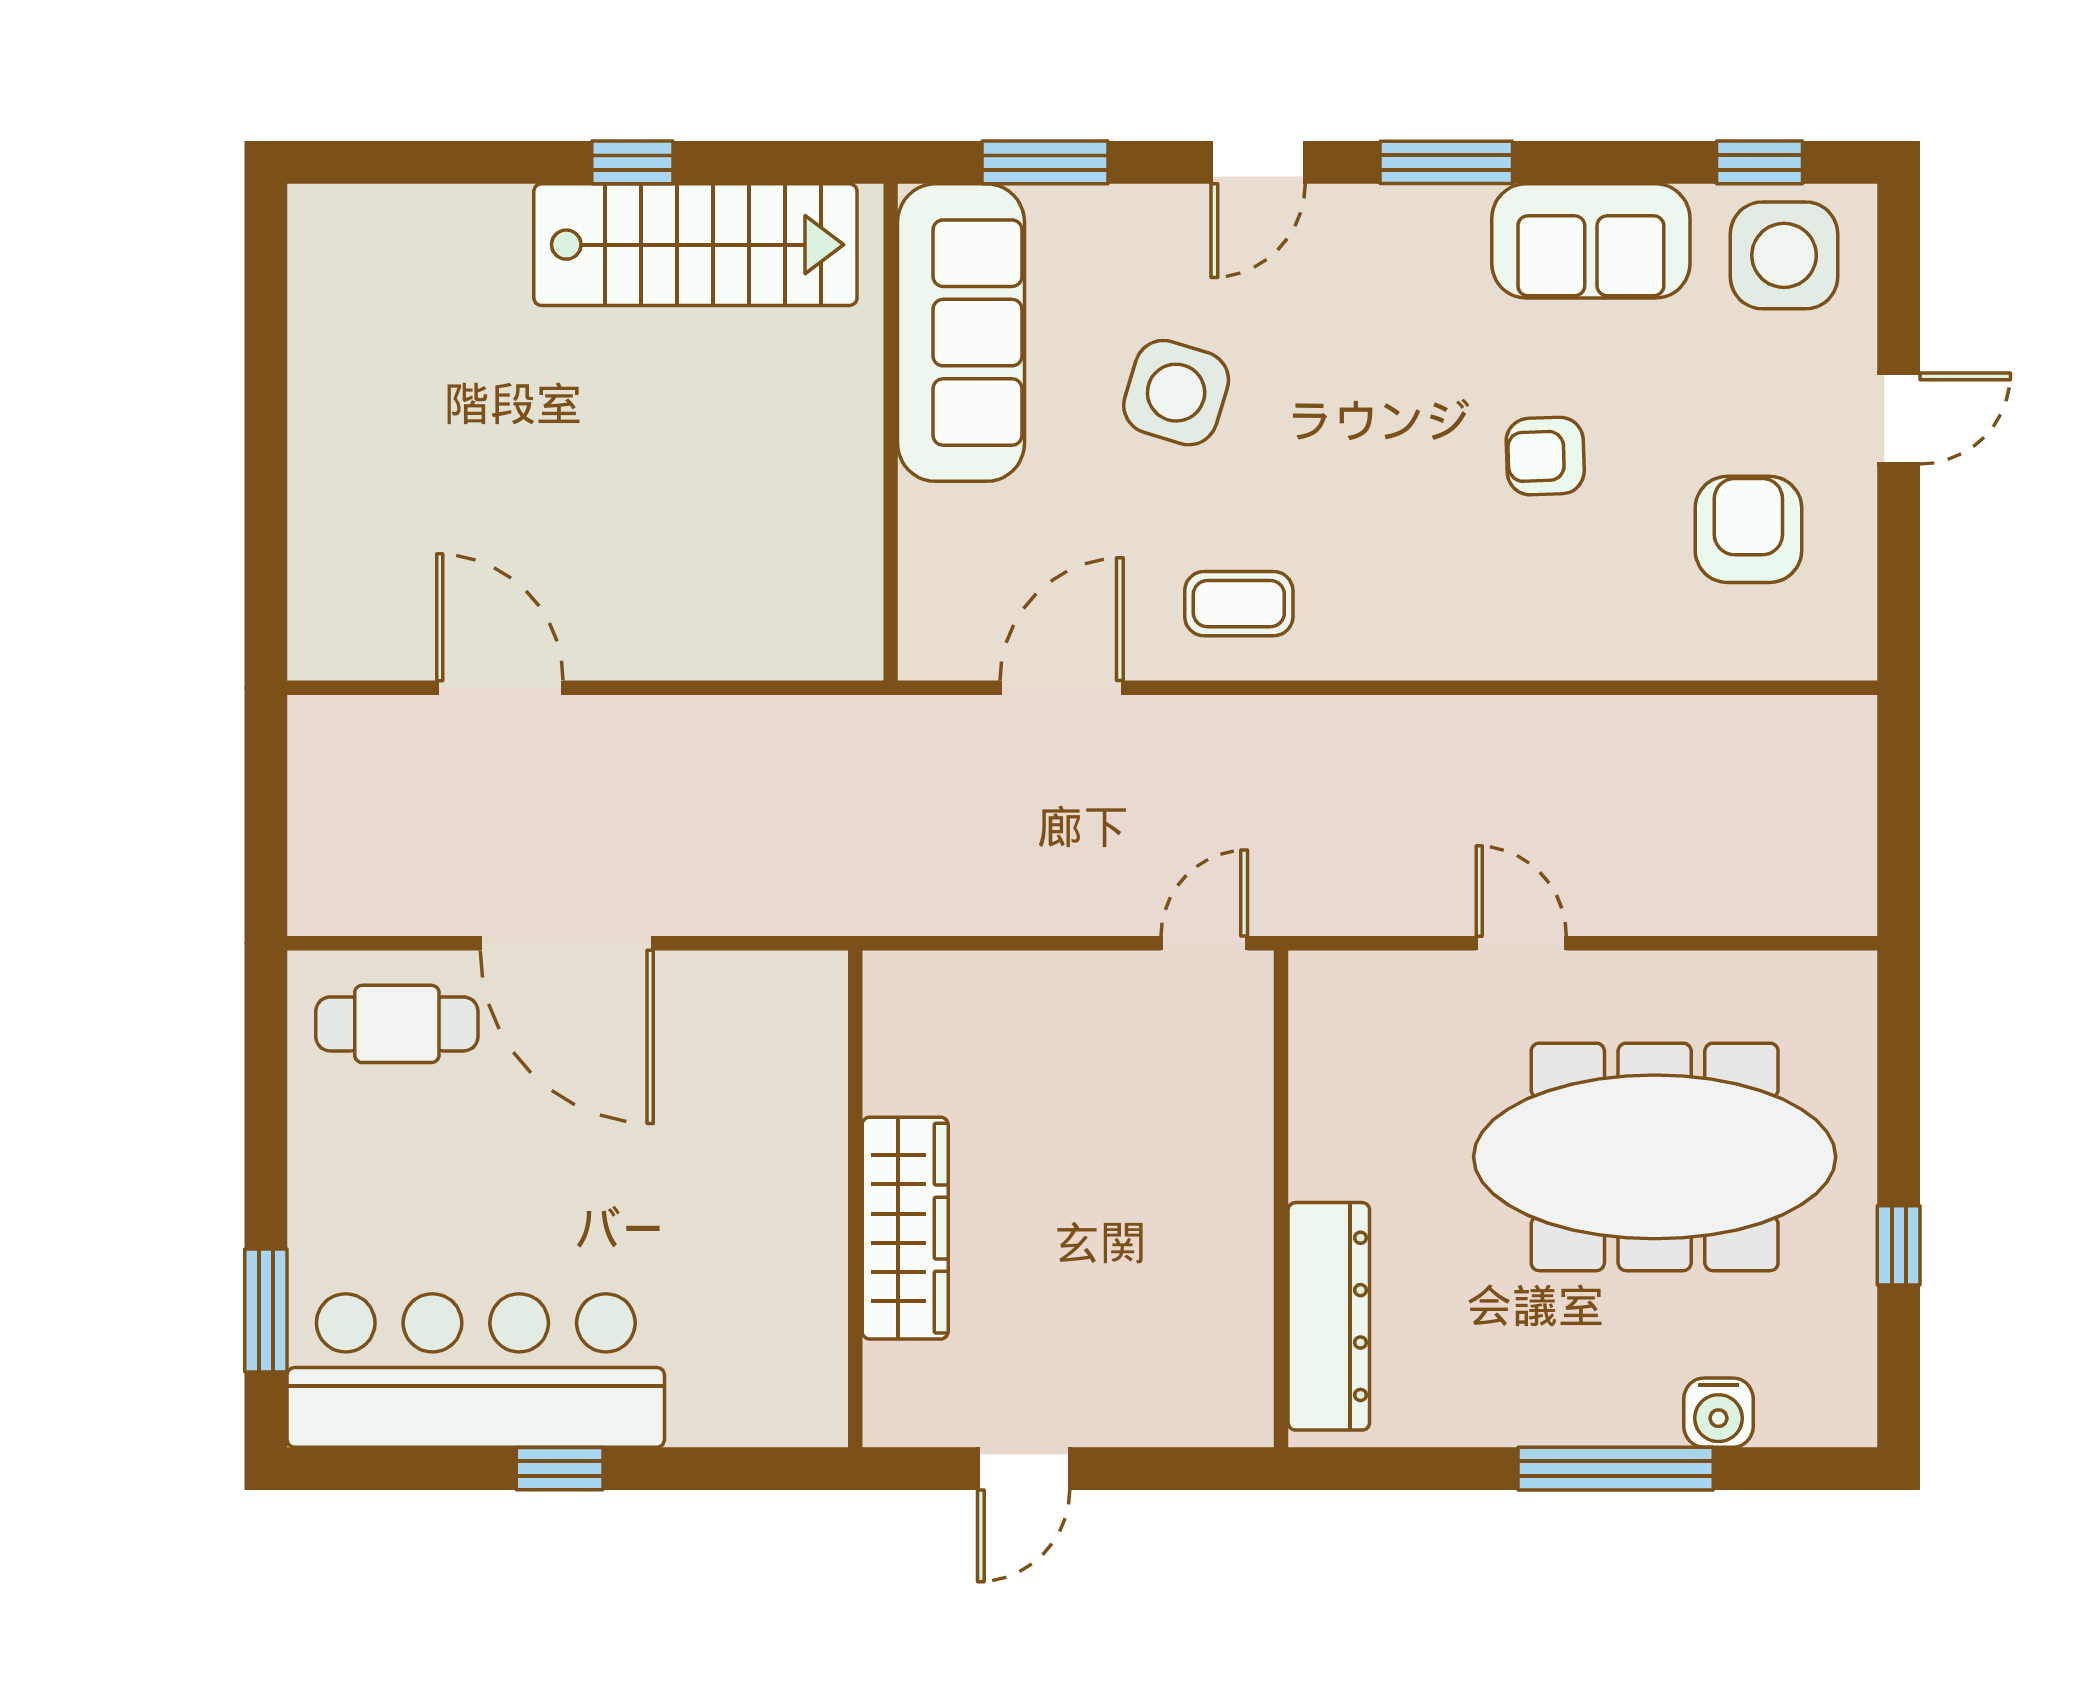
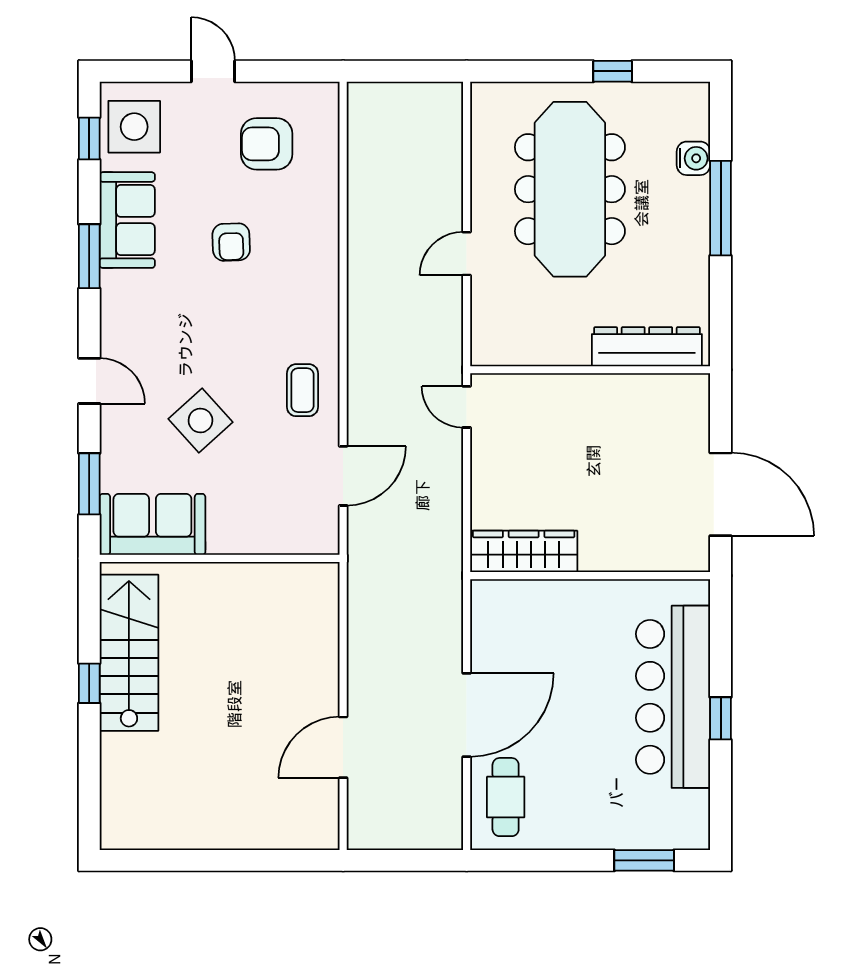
window: (1446, 162) -> (89, 256), moved
sofa: (961, 333) -> (152, 524), width x0.73
side table: (1176, 393) -> (200, 420), turned 31
door: (1062, 688) -> (343, 476), swing flipped
wardrobe: (905, 1228) -> (524, 551), moved
bar counter: (476, 1370) -> (673, 697), moved
door: (1024, 1469) -> (721, 494), width x1.87

